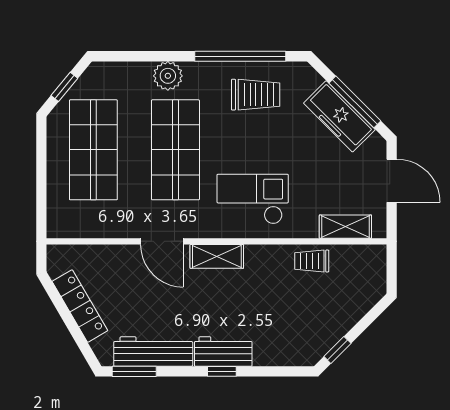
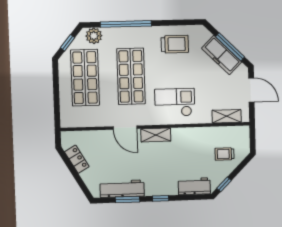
window: (240, 56) -> (126, 24), moved
plant: (168, 76) -> (94, 36), moved
trolley: (312, 261) -> (225, 154), moved
locker: (80, 306) -> (77, 159), width x0.66
workbench: (223, 351) -> (194, 186), moved
window: (134, 371) -> (128, 199), moved

